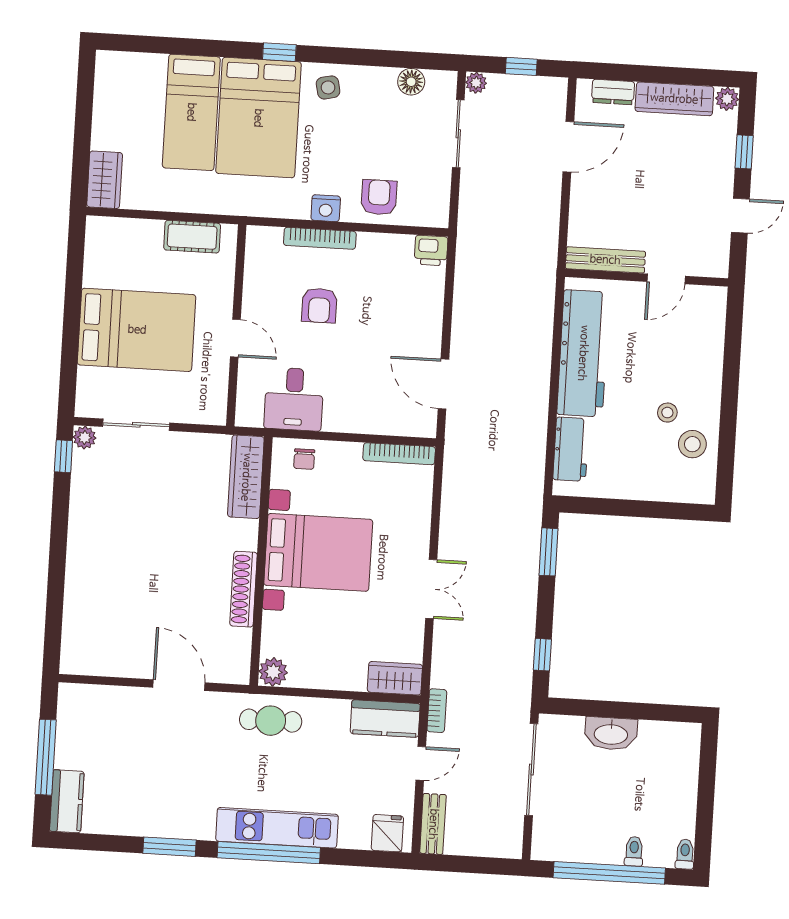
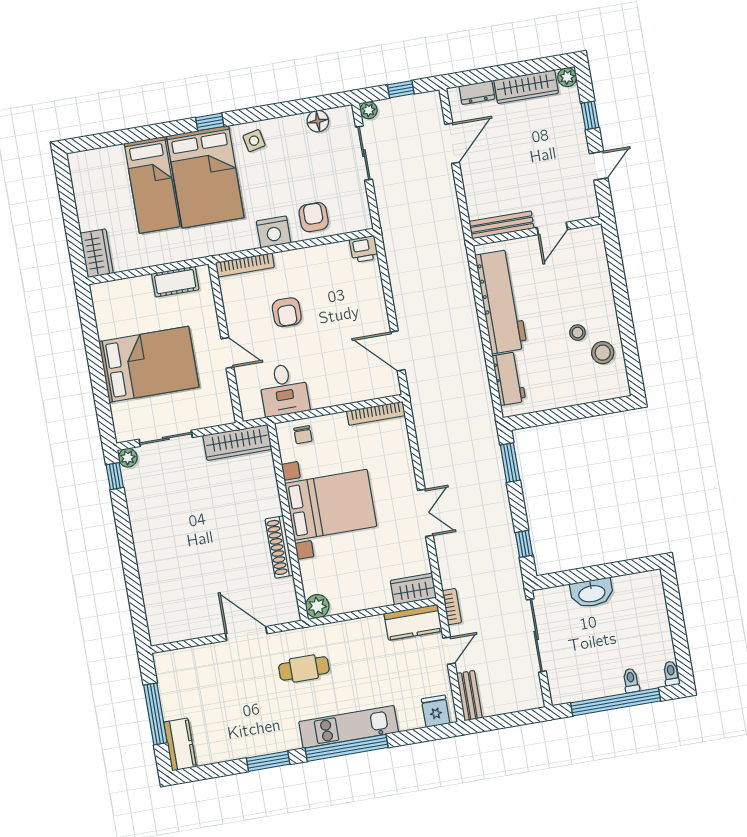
nightstand: (326, 208) -> (274, 232), width x1.36, depth x1.33
bookcase: (320, 238) -> (245, 265), moved
wardrobe: (246, 477) -> (237, 442), moved, turned -90
cafe table: (271, 721) -> (304, 668), moved

